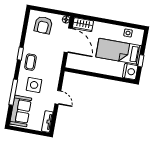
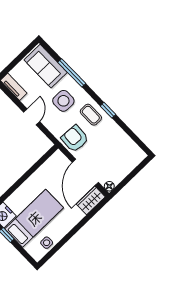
armchair: (43, 25) -> (75, 139), moved
door: (68, 40) -> (85, 172), hinge flipped
door: (58, 97) -> (32, 117), swing flipped

